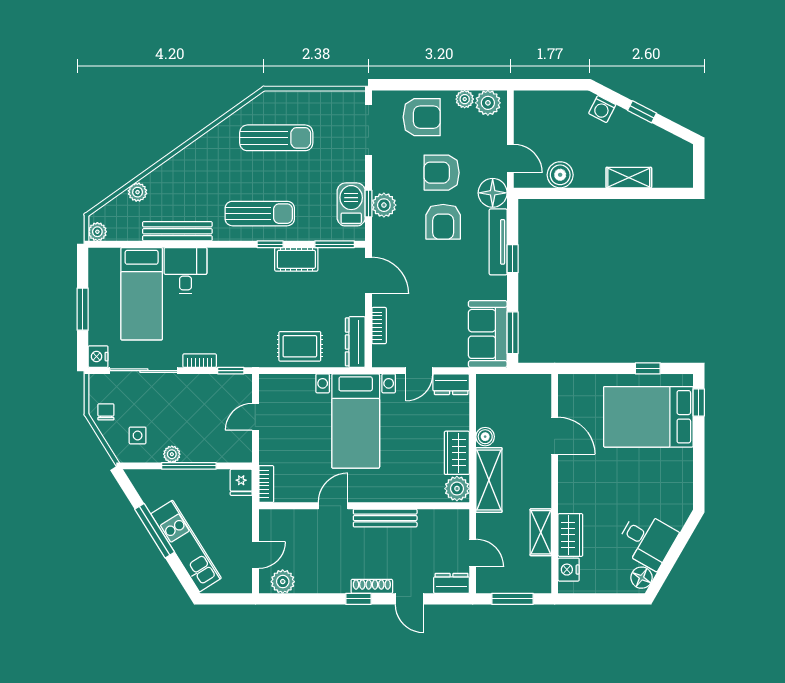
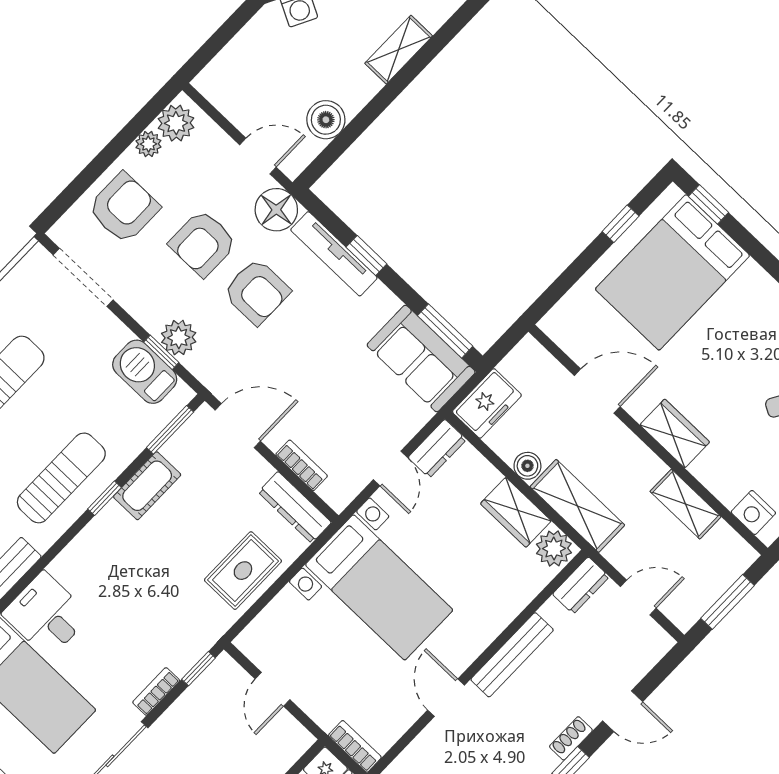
freezer: (497, 387) -> (487, 403), added
wardrobe: (570, 535) -> (675, 433), moved
dresser: (452, 583) -> (581, 585), moved, turned 180
shoe rack: (372, 586) -> (571, 738), width x0.70

